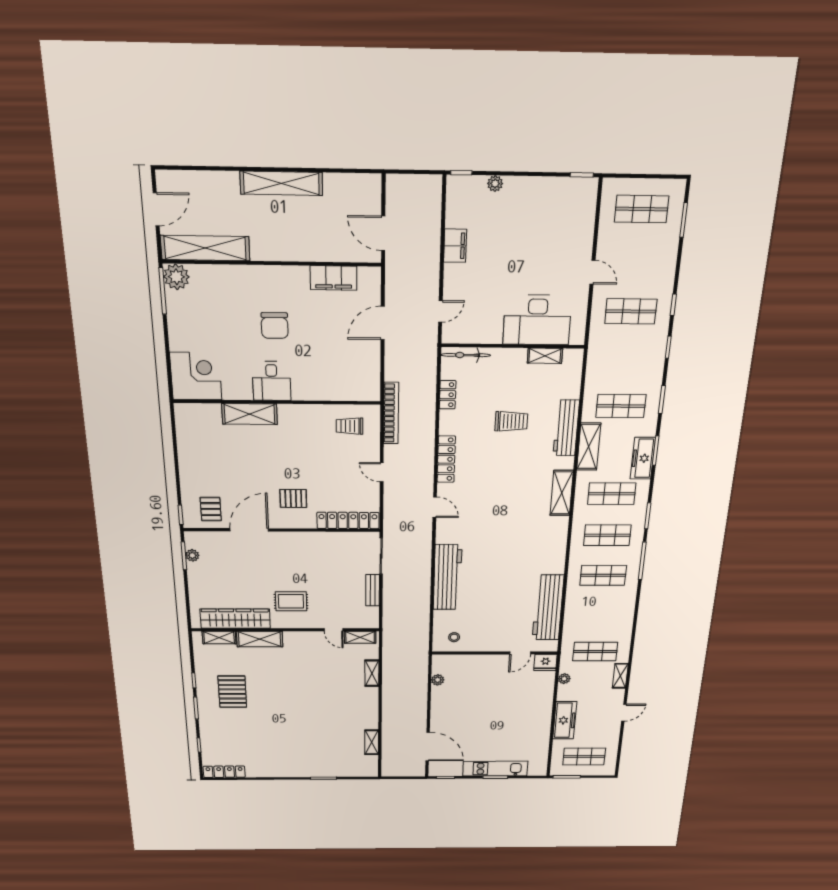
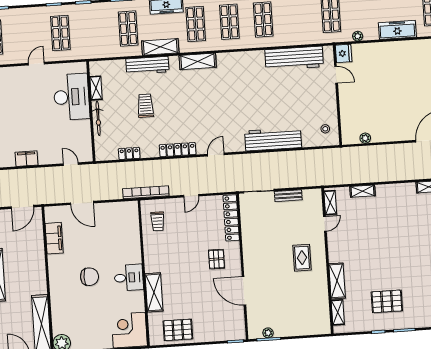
bicycle: (466, 355) -> (98, 118), moved
pallet: (211, 509) -> (178, 330), moved, width x1.50, depth x1.42
wardrobe: (235, 619) -> (320, 300), removed

